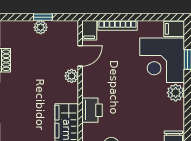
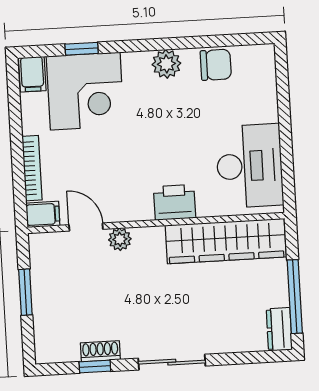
window: (43, 17) -> (25, 292), width x1.50
plant: (41, 27) -> (42, 295), removed
plant: (176, 93) -> (166, 64), moved

